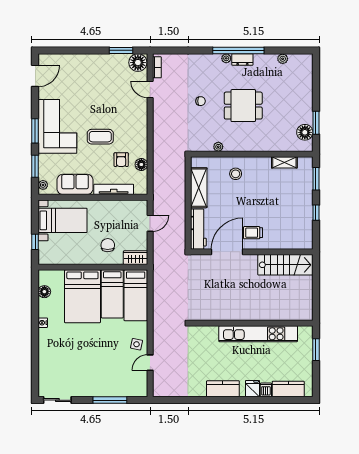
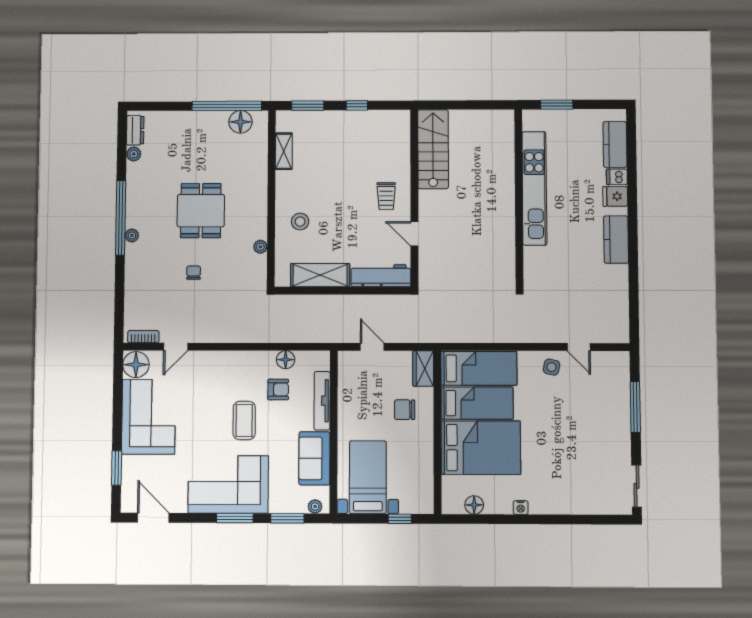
window: (121, 50) -> (117, 468), moved
dresser: (242, 60) -> (135, 130), moved
corner sofa: (103, 72) -> (149, 417), added
window: (316, 123) -> (227, 106), width x2.11
door: (227, 252) -> (414, 234), width x0.53

